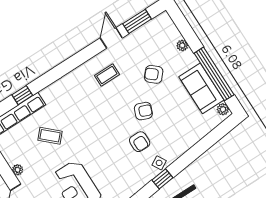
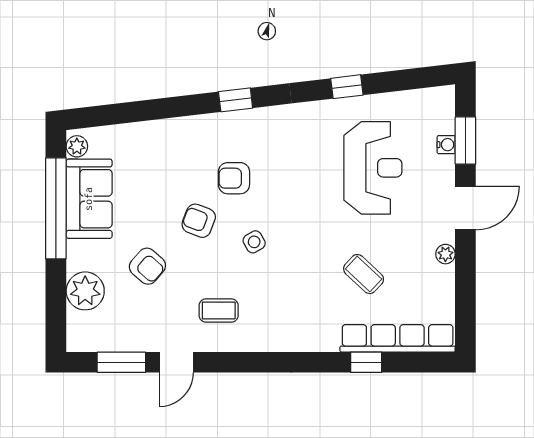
plant: (182, 45) -> (85, 291), width x1.88, depth x1.88
armchair: (140, 142) -> (234, 178), turned -90
side table: (159, 163) -> (254, 242), moved

